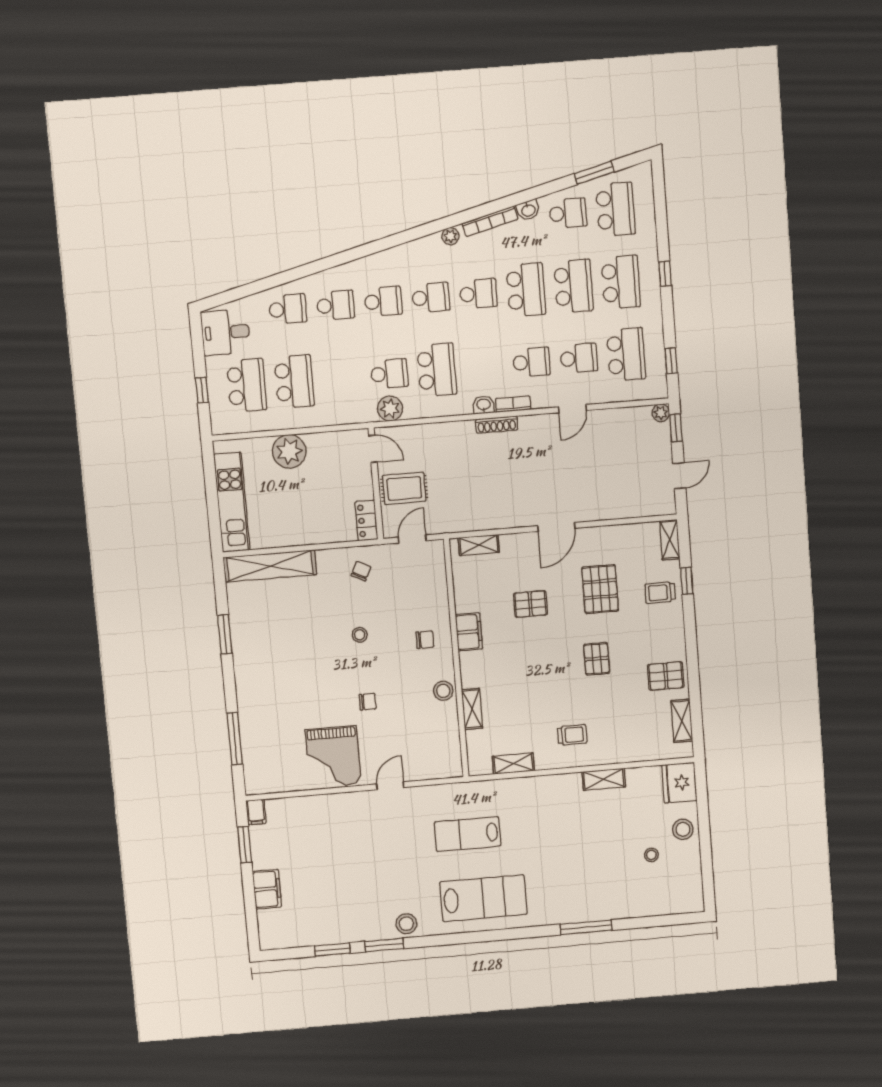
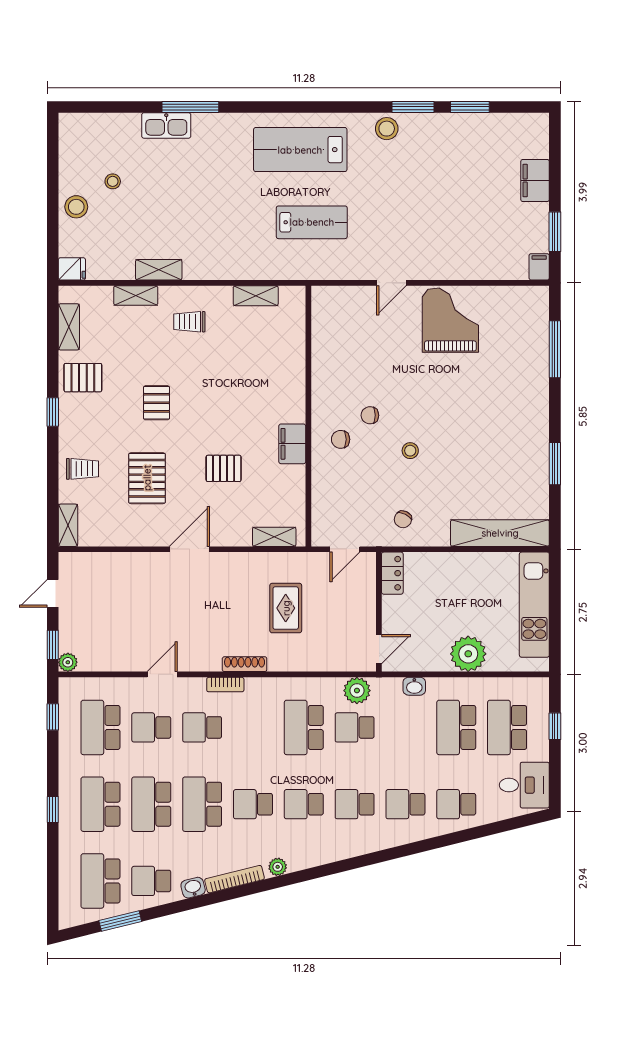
washbasin: (484, 405) -> (414, 686), moved
door: (373, 449) -> (379, 649), swing flipped
rug: (404, 488) -> (286, 608), moved, turned 90
window: (687, 581) -> (53, 412), moved
stool: (443, 691) -> (325, 382), removed
chair: (368, 702) -> (370, 415), moved
shelving: (472, 709) -> (136, 296), moved, turned 90
fridge: (679, 783) -> (72, 269), width x0.53, depth x0.75
kitchen sink: (607, 909) -> (166, 125), added

